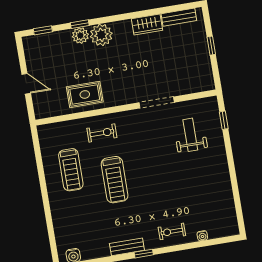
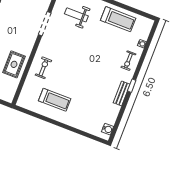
treadmill: (115, 180) -> (118, 19), moved

